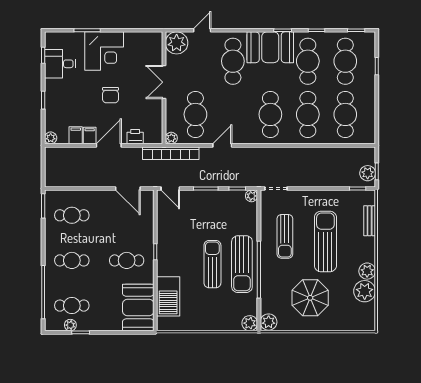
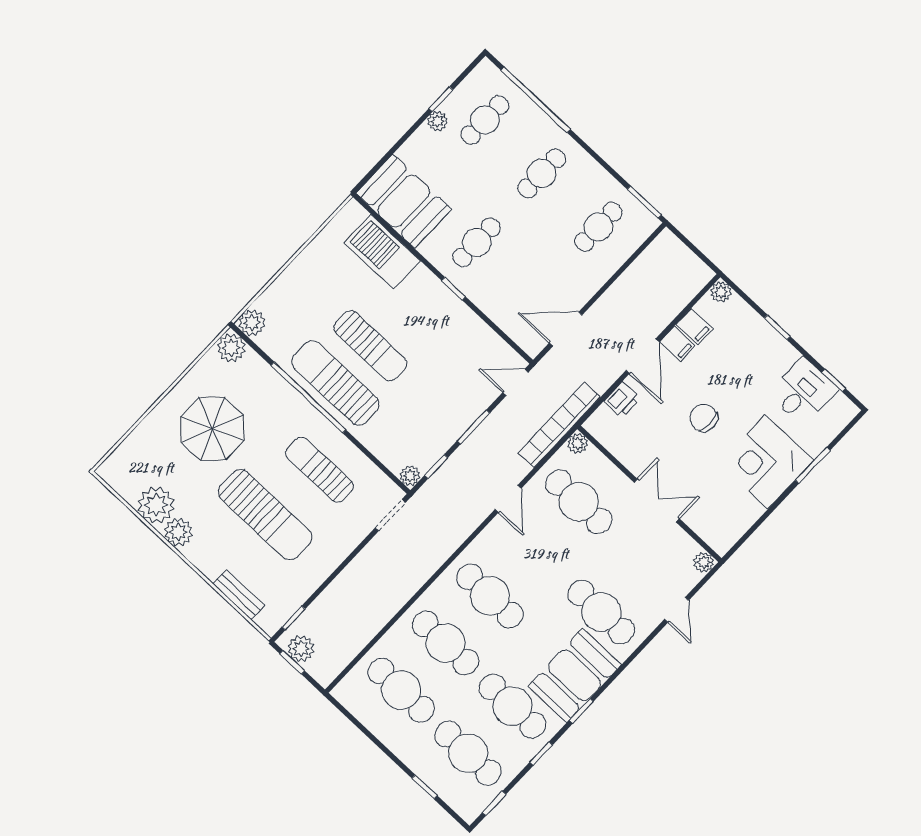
plant: (177, 43) -> (704, 562), width x0.53, depth x0.53
plant: (70, 325) -> (437, 121), moved

